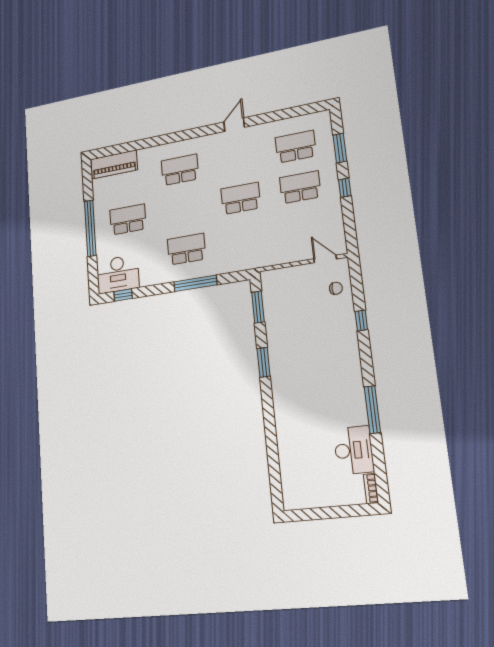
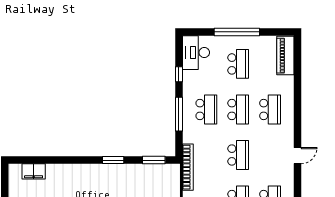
door: (234, 125) -> (297, 156), hinge flipped
school desk: (183, 209) -> (238, 109), added
bookcase: (263, 260) -> (188, 167), added
window: (123, 295) -> (179, 74), moved
filing cabinet: (291, 473) -> (34, 171), added

